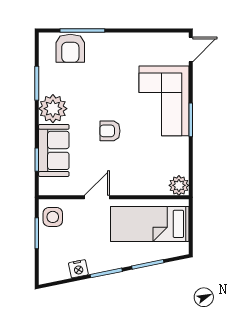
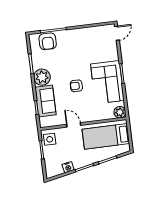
corner sofa: (164, 101) -> (107, 82), moved
door: (97, 197) -> (74, 125), hinge flipped

